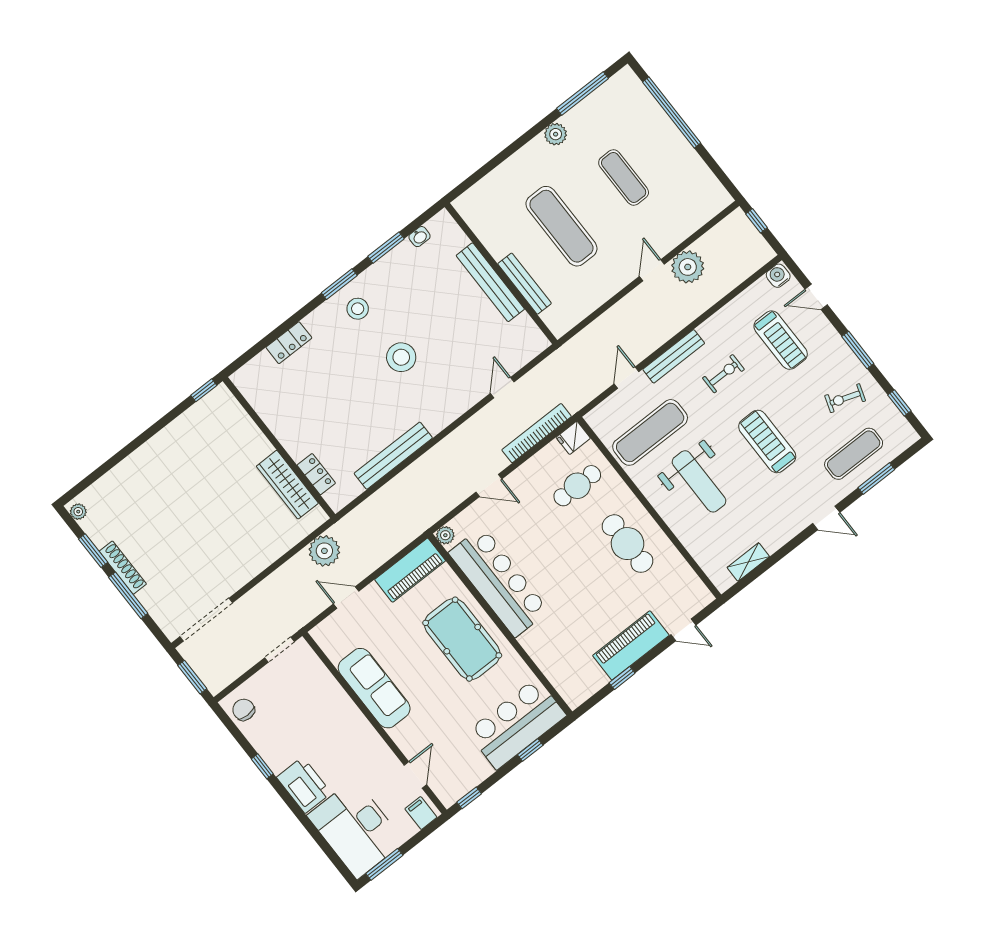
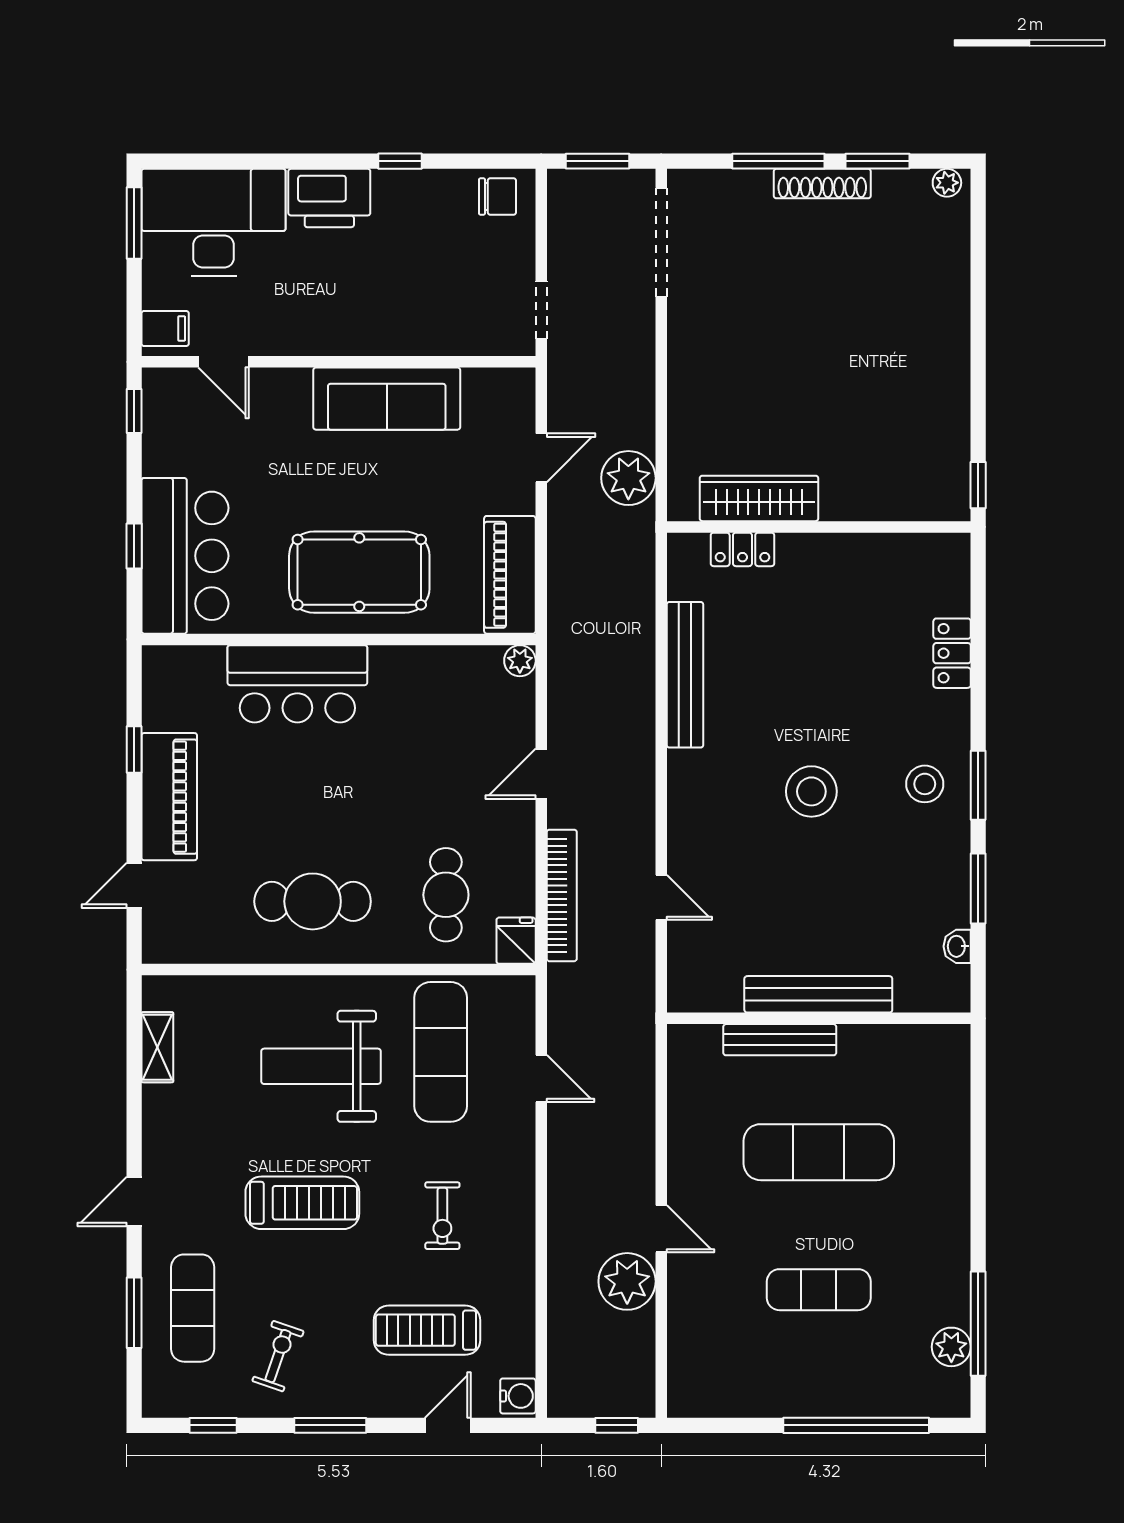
plant: (556, 134) -> (951, 1347), moved
bench: (674, 356) -> (520, 1166), removed
bar counter: (499, 582) -> (297, 684), moved, width x0.73

